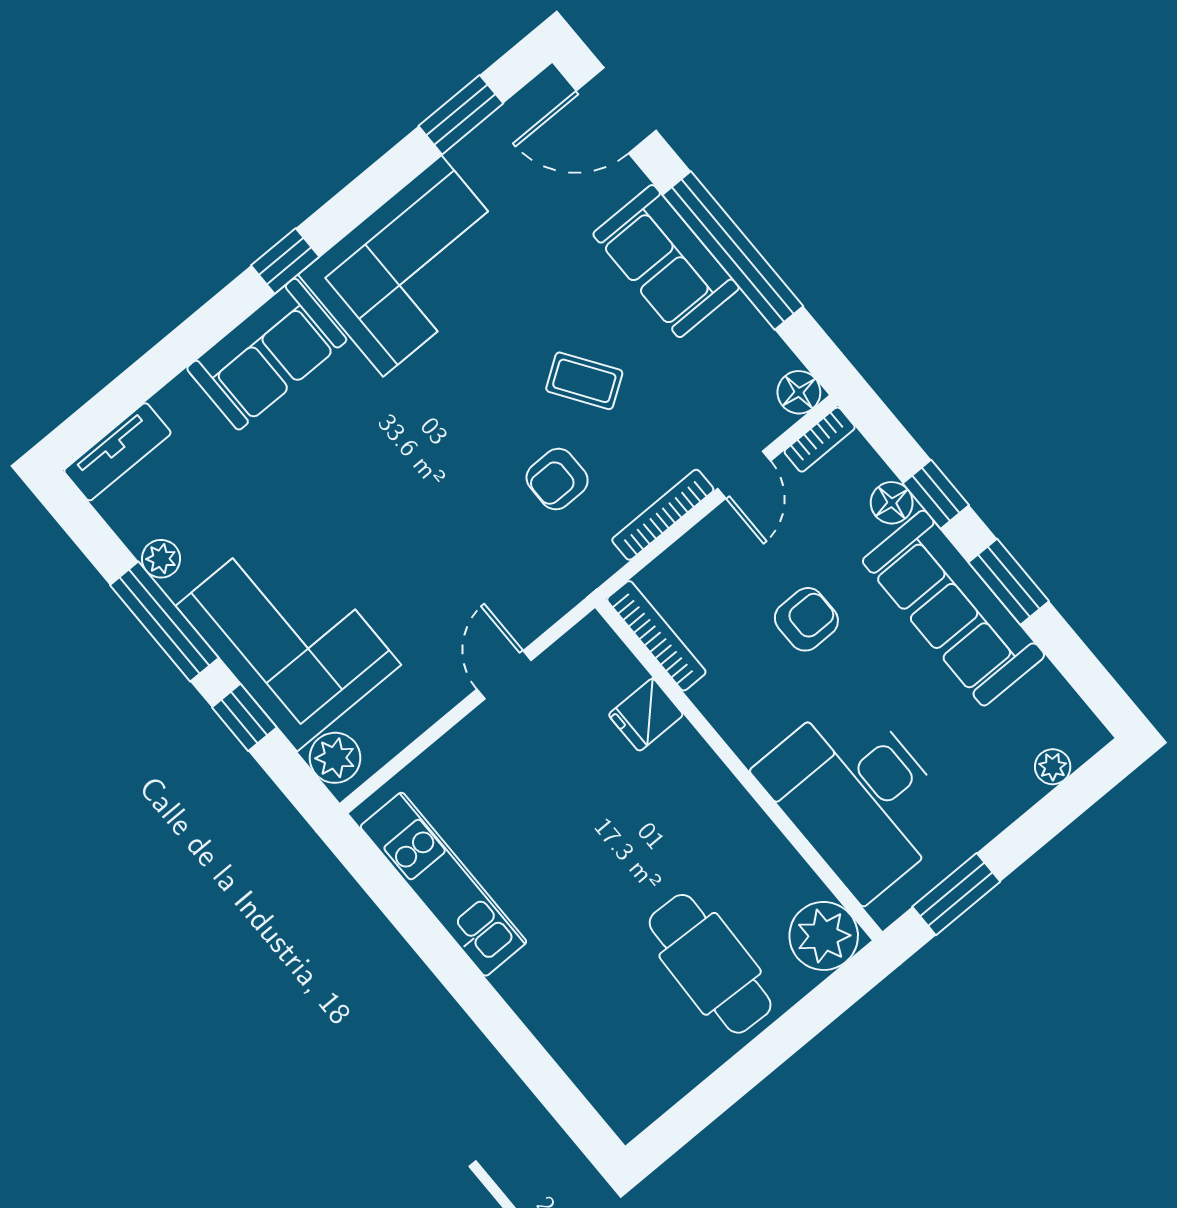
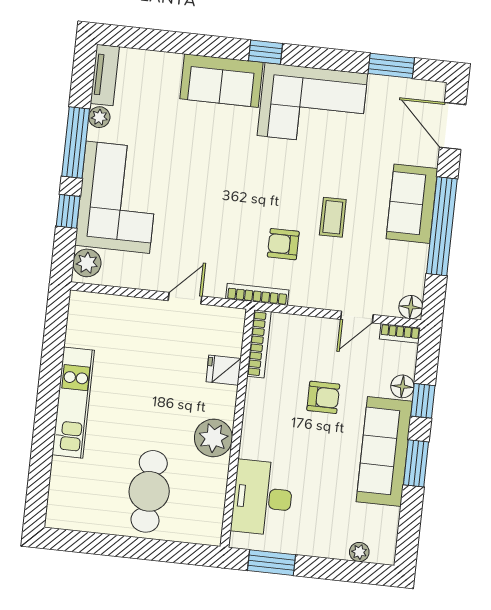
coffee table: (584, 381) -> (333, 217), turned 34
tv unit: (117, 452) -> (105, 75), moved, turned -90
bookcase: (663, 515) -> (257, 294), moved
desk: (857, 796) -> (262, 498), width x0.73, depth x0.77
kitchen unit: (444, 884) -> (73, 403), moved
plant: (824, 936) -> (213, 438), moved

